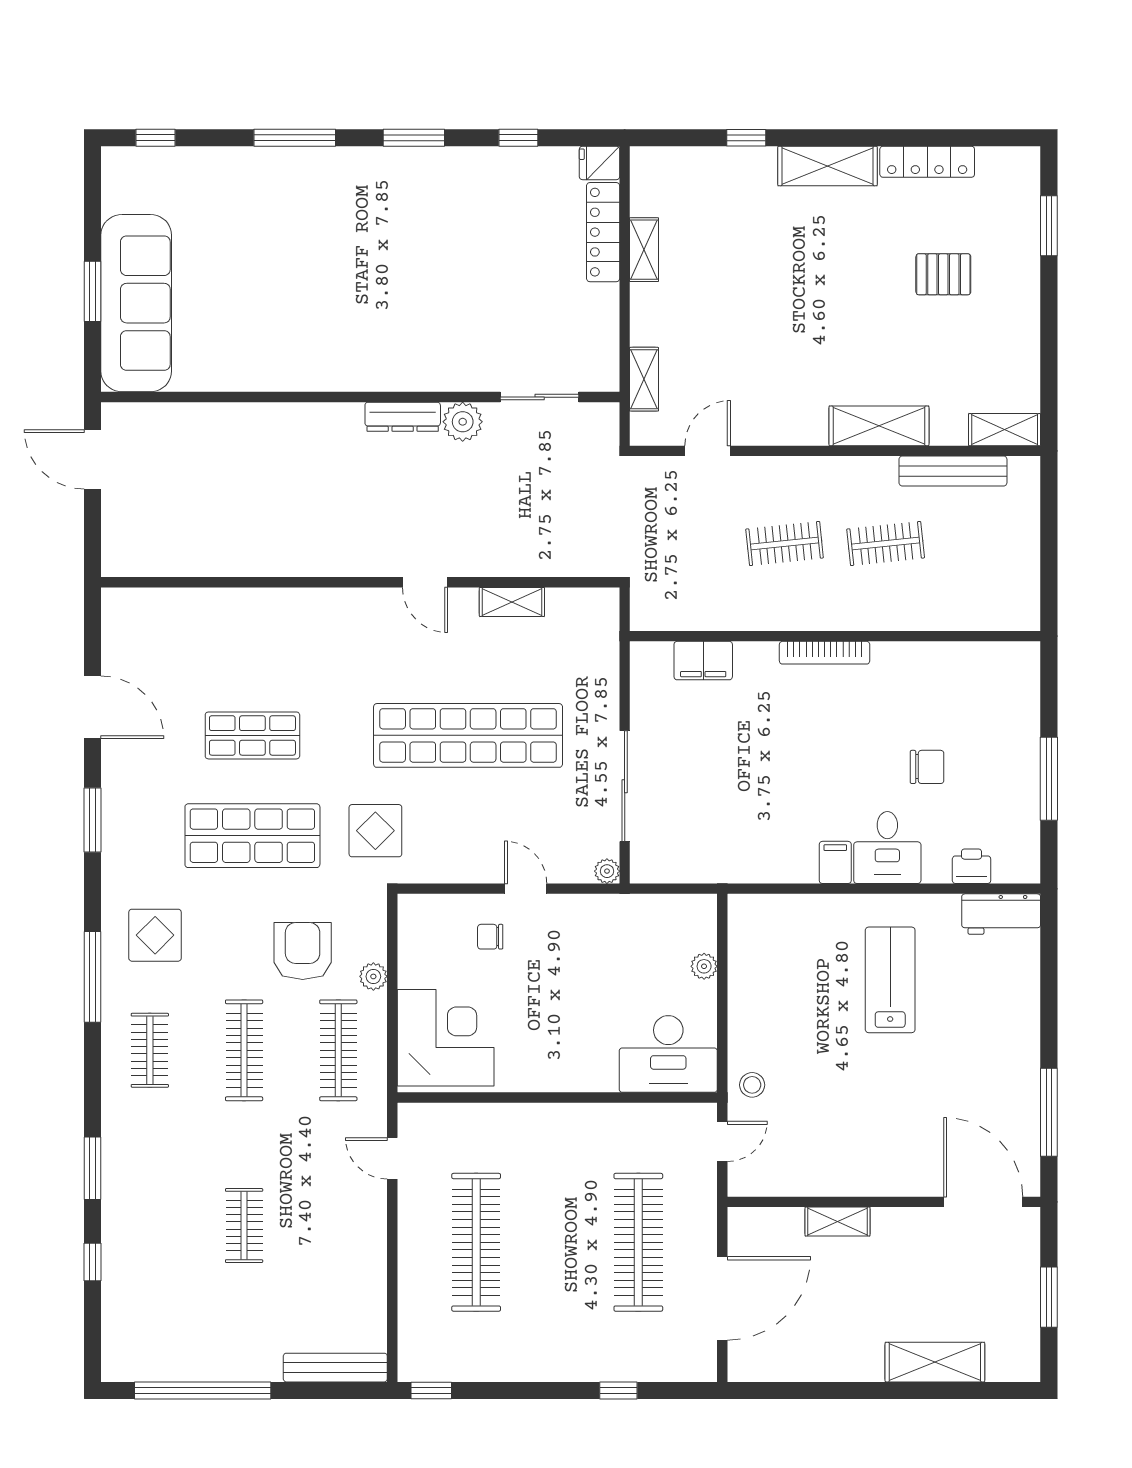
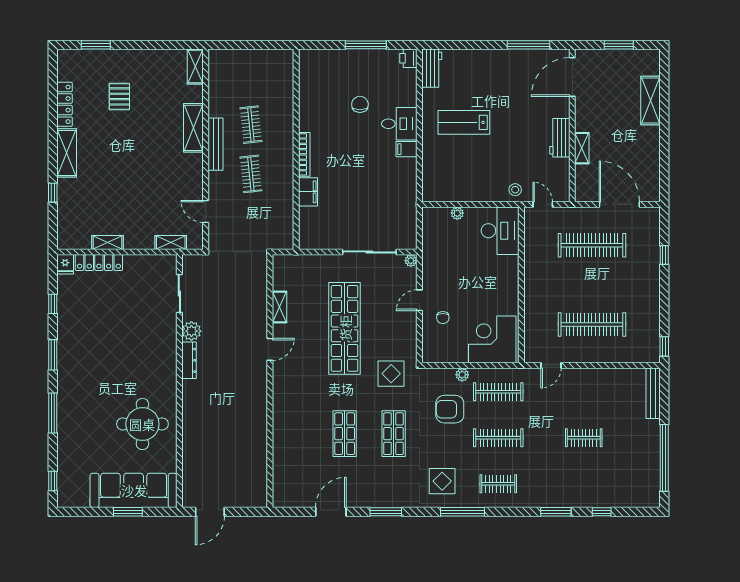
round table: (272, 321) -> (142, 424), added
bench: (953, 471) -> (216, 144), moved
filing cabinet: (703, 661) -> (308, 192), moved
shop shelf: (252, 836) -> (394, 434), width x0.70, depth x0.74
printer: (972, 866) -> (408, 58), moved
workbench: (859, 1176) -> (560, 138), added

